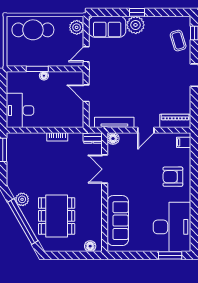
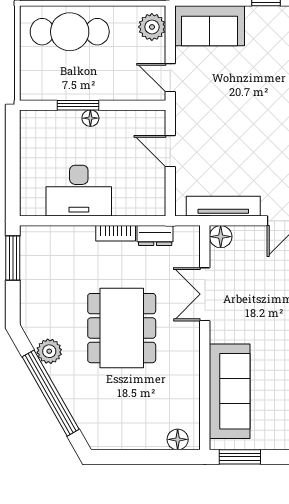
plant: (136, 25) -> (263, 22), removed
door: (86, 54) -> (170, 78), hinge flipped
desk: (20, 110) -> (79, 191), moved, turned -90
dresser: (93, 138) -> (155, 236), moved
dining table: (57, 216) -> (122, 328), moved
window: (123, 255) -> (240, 457), added

